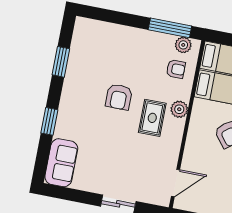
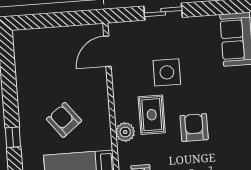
side table: (129, 151) -> (167, 72), added

